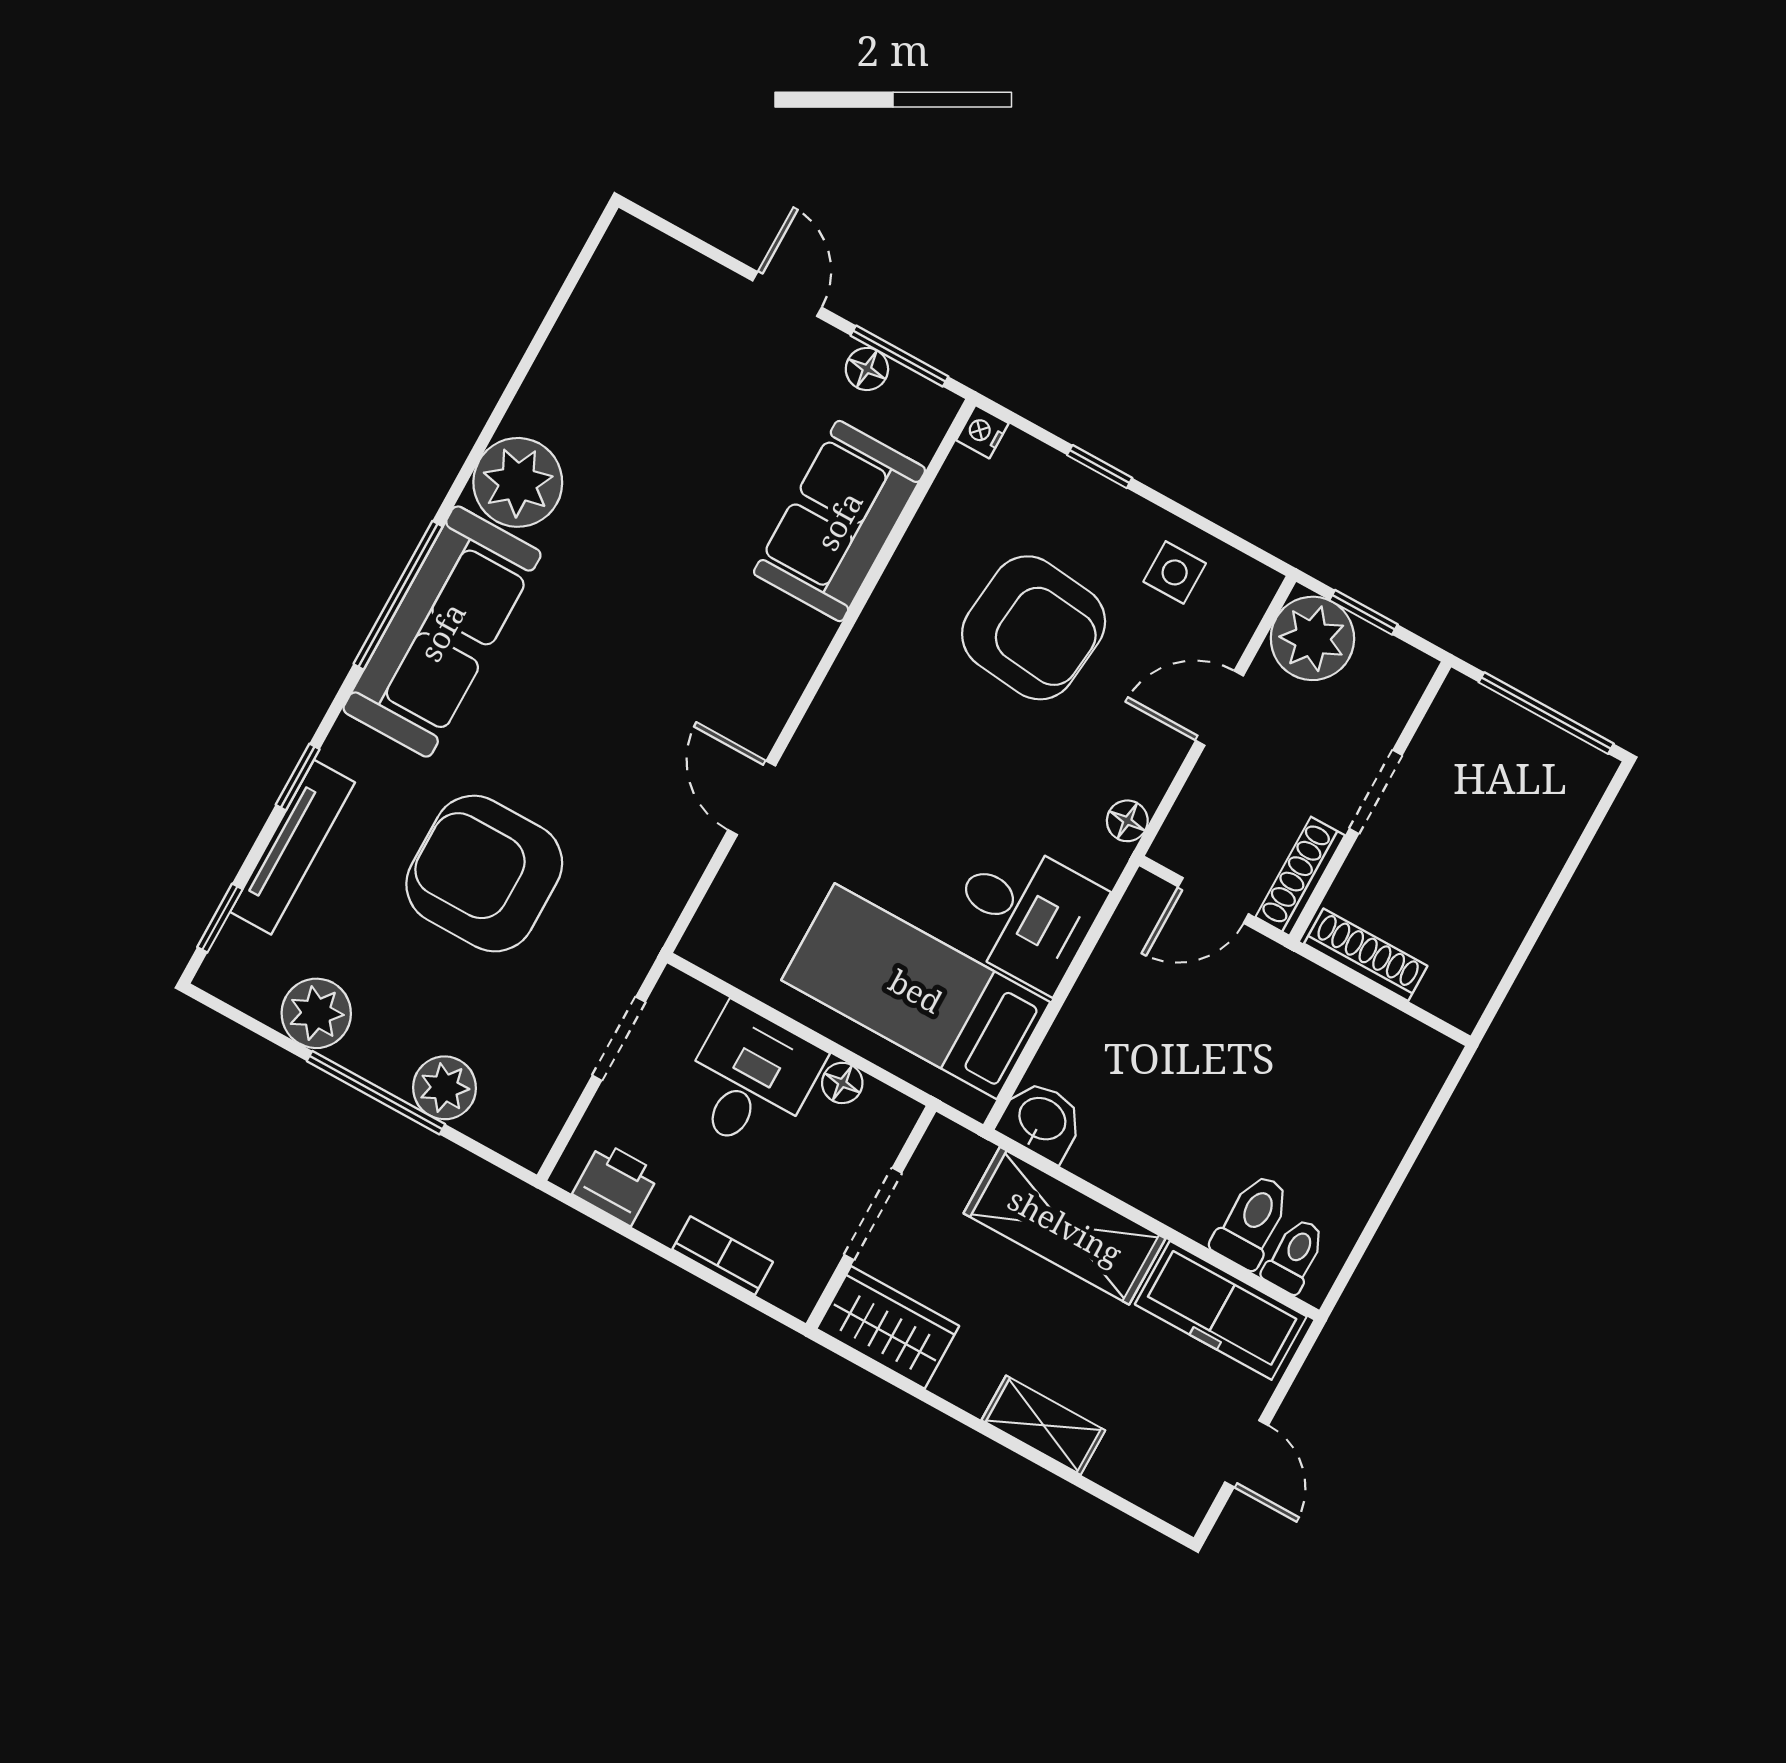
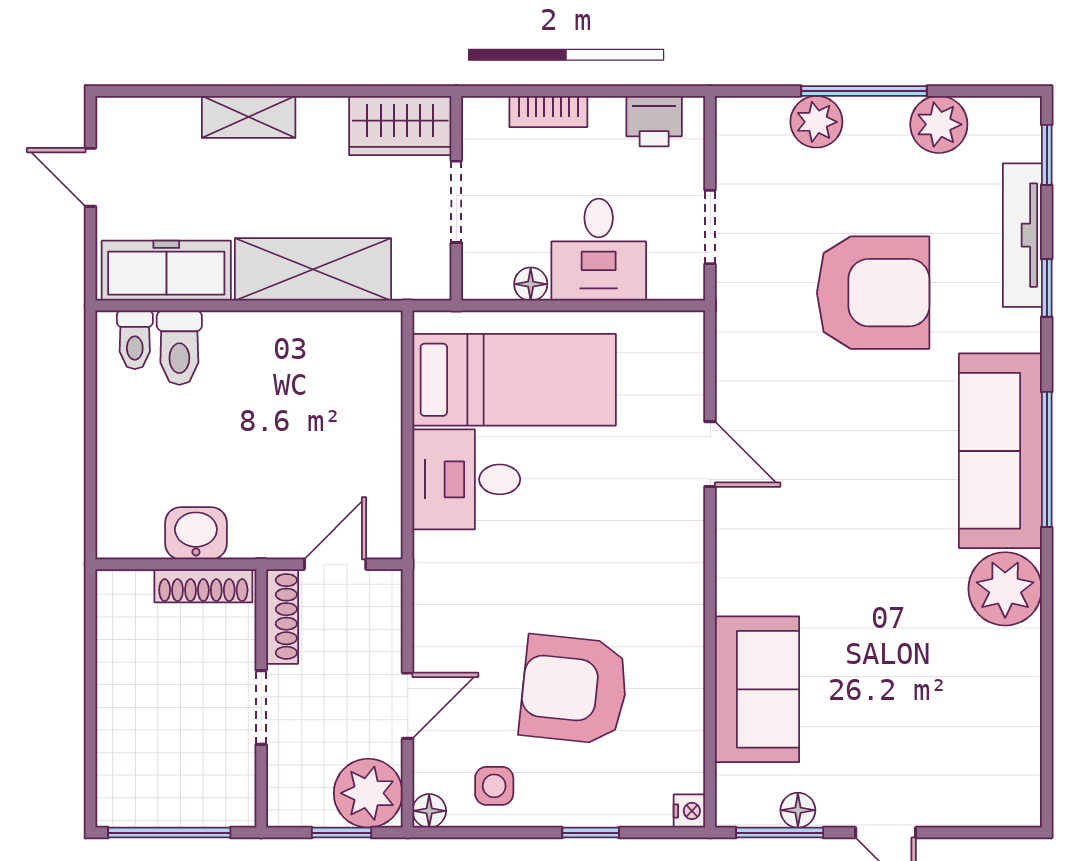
floor lamp: (1127, 821) -> (429, 811), moved
washbasin: (1041, 1120) -> (196, 533), moved, turned 180

